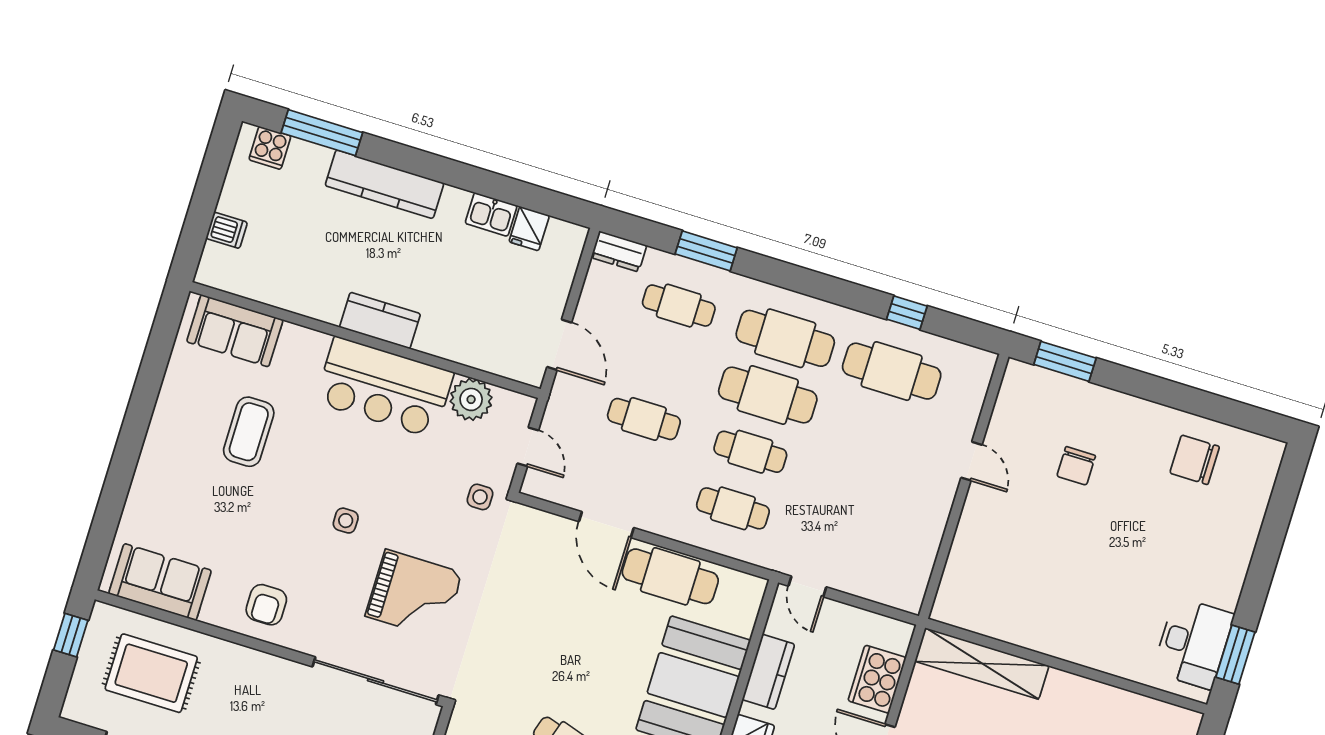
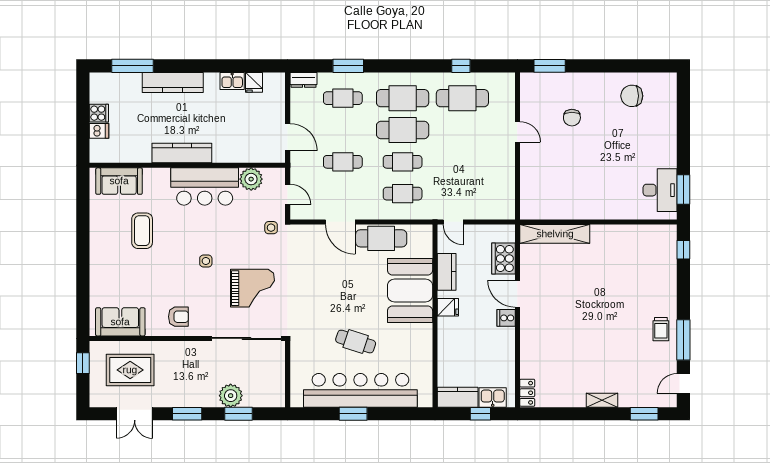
cooker: (270, 148) -> (99, 113), moved, turned -90
kitchen counter: (380, 321) -> (182, 153), width x1.50
armchair: (266, 605) -> (178, 317), turned -90

